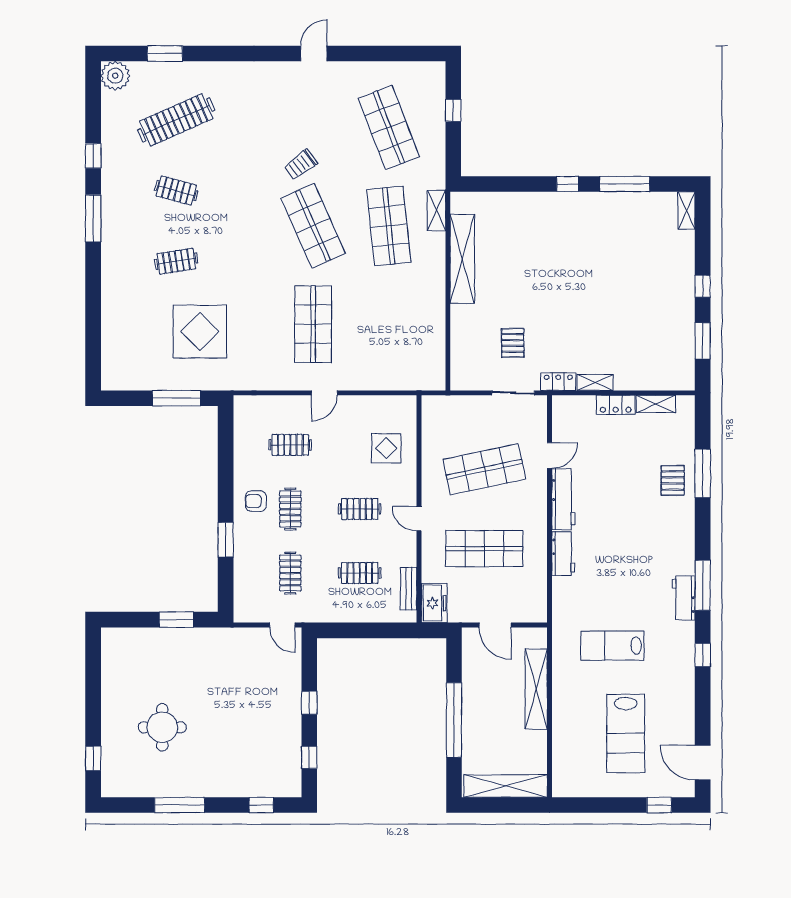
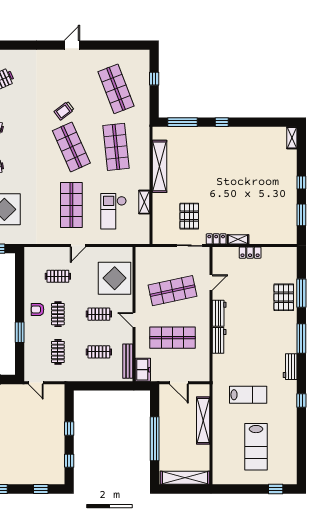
window: (625, 184) -> (182, 122), moved
shelving: (436, 210) -> (144, 202), moved
checkout: (385, 335) -> (114, 211), added
pallet: (513, 343) -> (189, 216), width x1.50, depth x1.42
shelving: (656, 404) -> (274, 252), removed
display table: (386, 448) -> (115, 278), width x1.86, depth x1.86
pallet: (673, 480) -> (284, 297), width x1.50, depth x1.42
workbench: (563, 499) -> (219, 313), width x0.73
window: (703, 585) -> (301, 339), moved
bench: (409, 589) -> (128, 361), width x1.36
door: (282, 625) -> (36, 383), moved
lab bench: (612, 646) -> (248, 395), turned 180
door: (703, 763) -> (301, 464), removed

